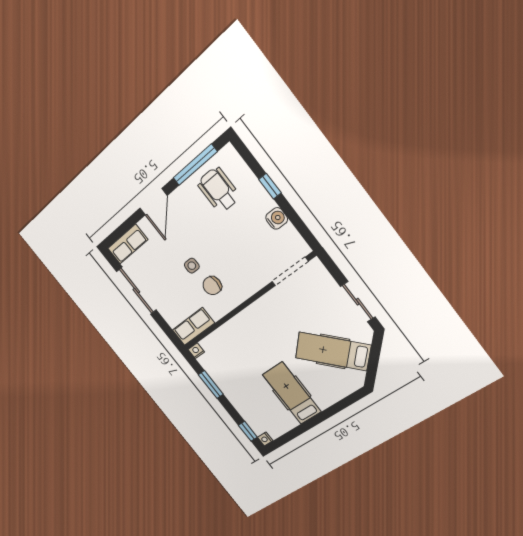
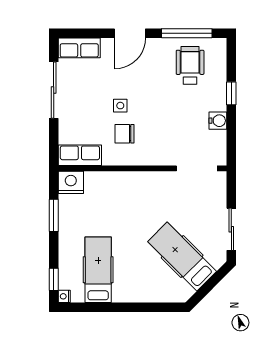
nightstand: (196, 351) -> (71, 182), width x1.89, depth x1.79
hospital bed: (292, 393) -> (98, 270), moved

